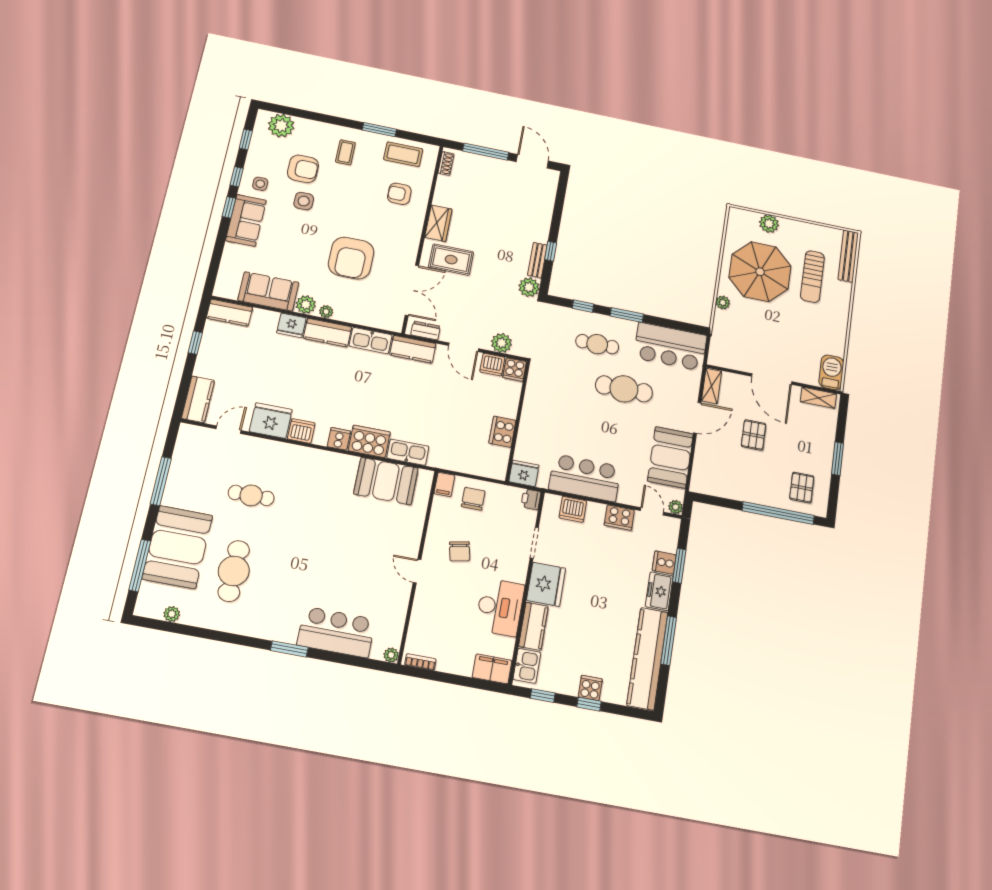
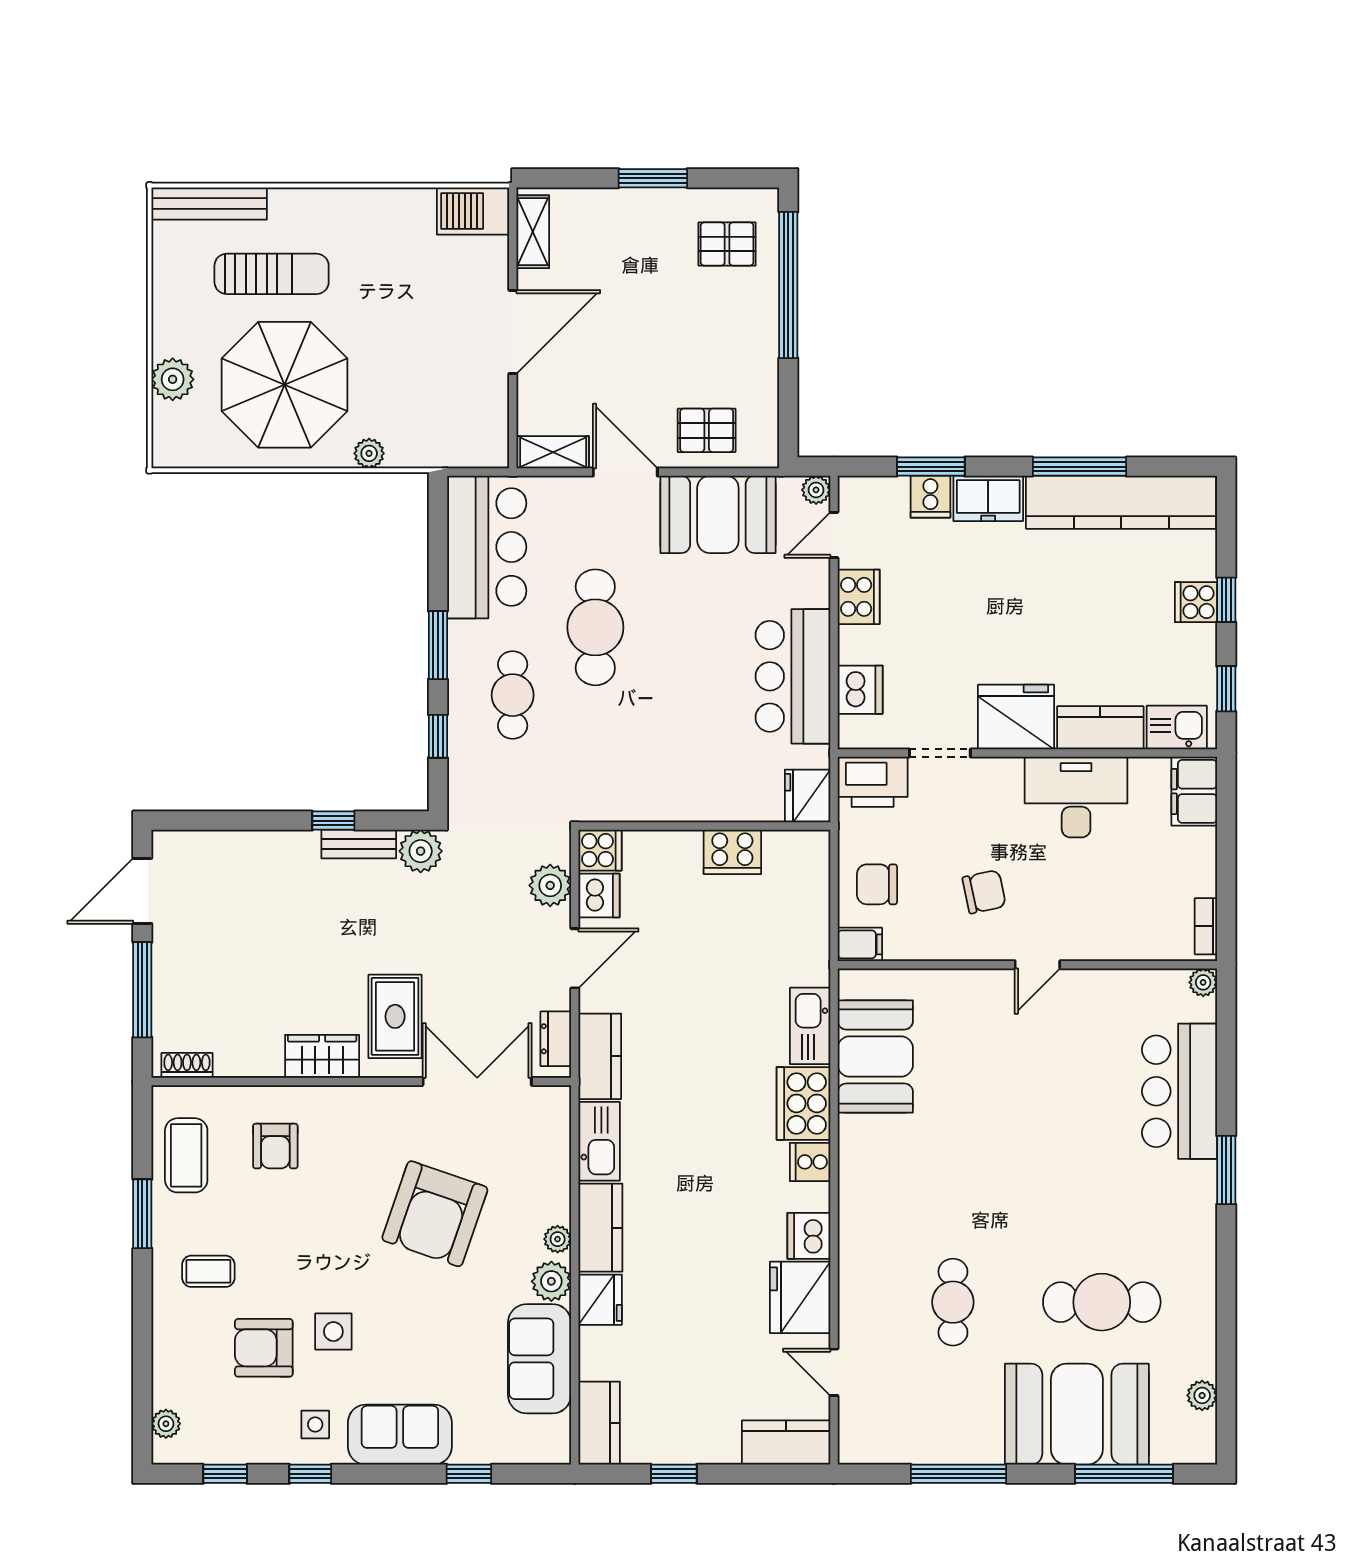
plant: (281, 126) -> (166, 1424), width x0.53, depth x0.53
armchair: (303, 169) -> (264, 1348), turned -90
window: (229, 207) -> (469, 1474), moved
armchair: (351, 258) -> (435, 1214), turned 109
pallet: (754, 435) -> (707, 430), moved
printer: (531, 499) -> (873, 782), width x1.87, depth x1.48

